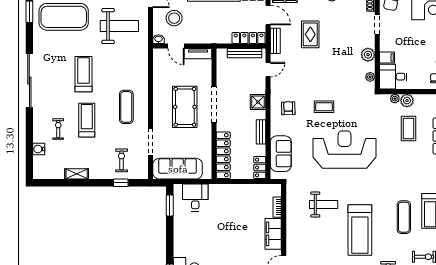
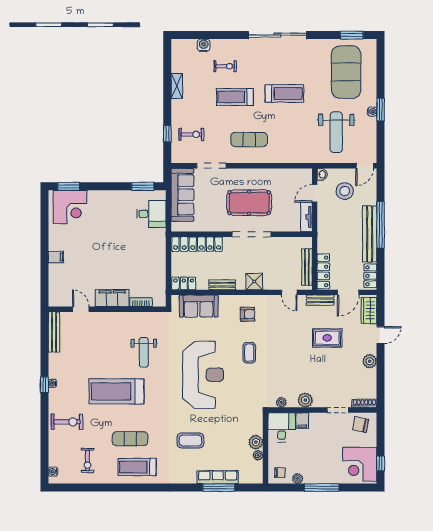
plant: (395, 99) -> (258, 455), moved
treadmill: (87, 120) -> (235, 97), turned 180
coffee table: (408, 128) -> (190, 440), moved

